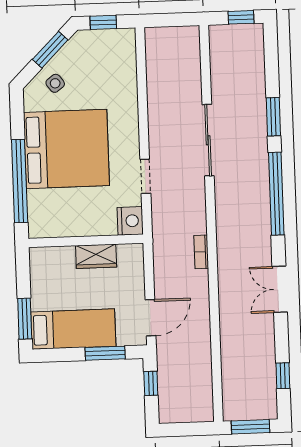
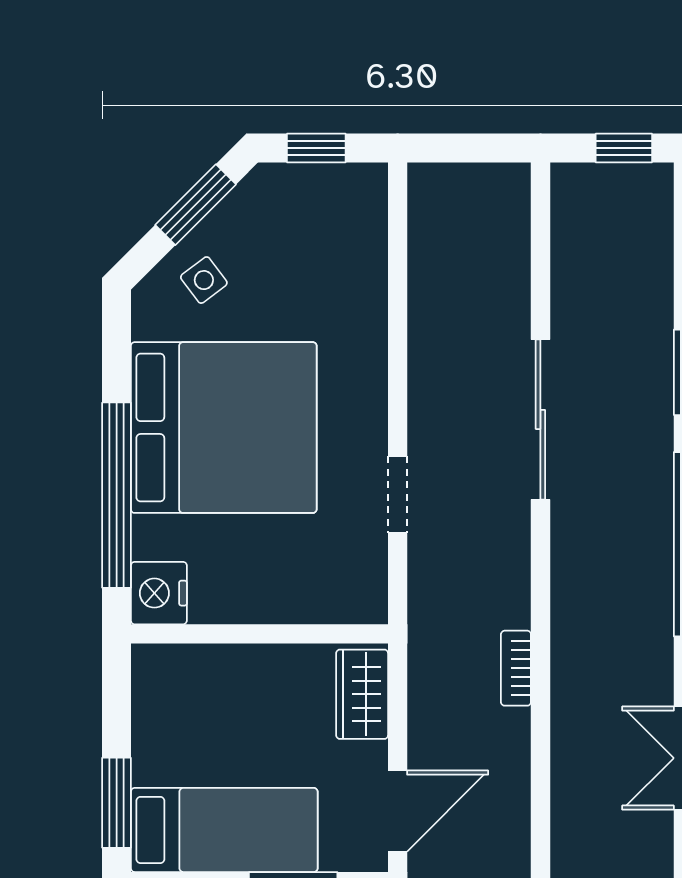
nightstand: (130, 221) -> (159, 593), moved, turned 180
wardrobe: (96, 256) -> (362, 694), moved, turned 90

